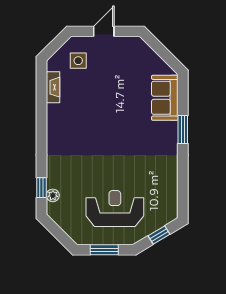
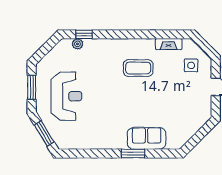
sofa: (165, 98) -> (147, 138), moved
coffee table: (81, 123) -> (138, 68), added
window: (159, 235) -> (44, 133), width x1.50

